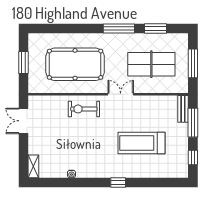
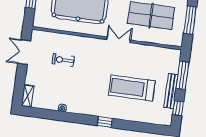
exercise bike: (84, 109) -> (63, 60), moved, width x0.73, depth x0.72
bench: (183, 109) -> (171, 91), moved, width x1.36

